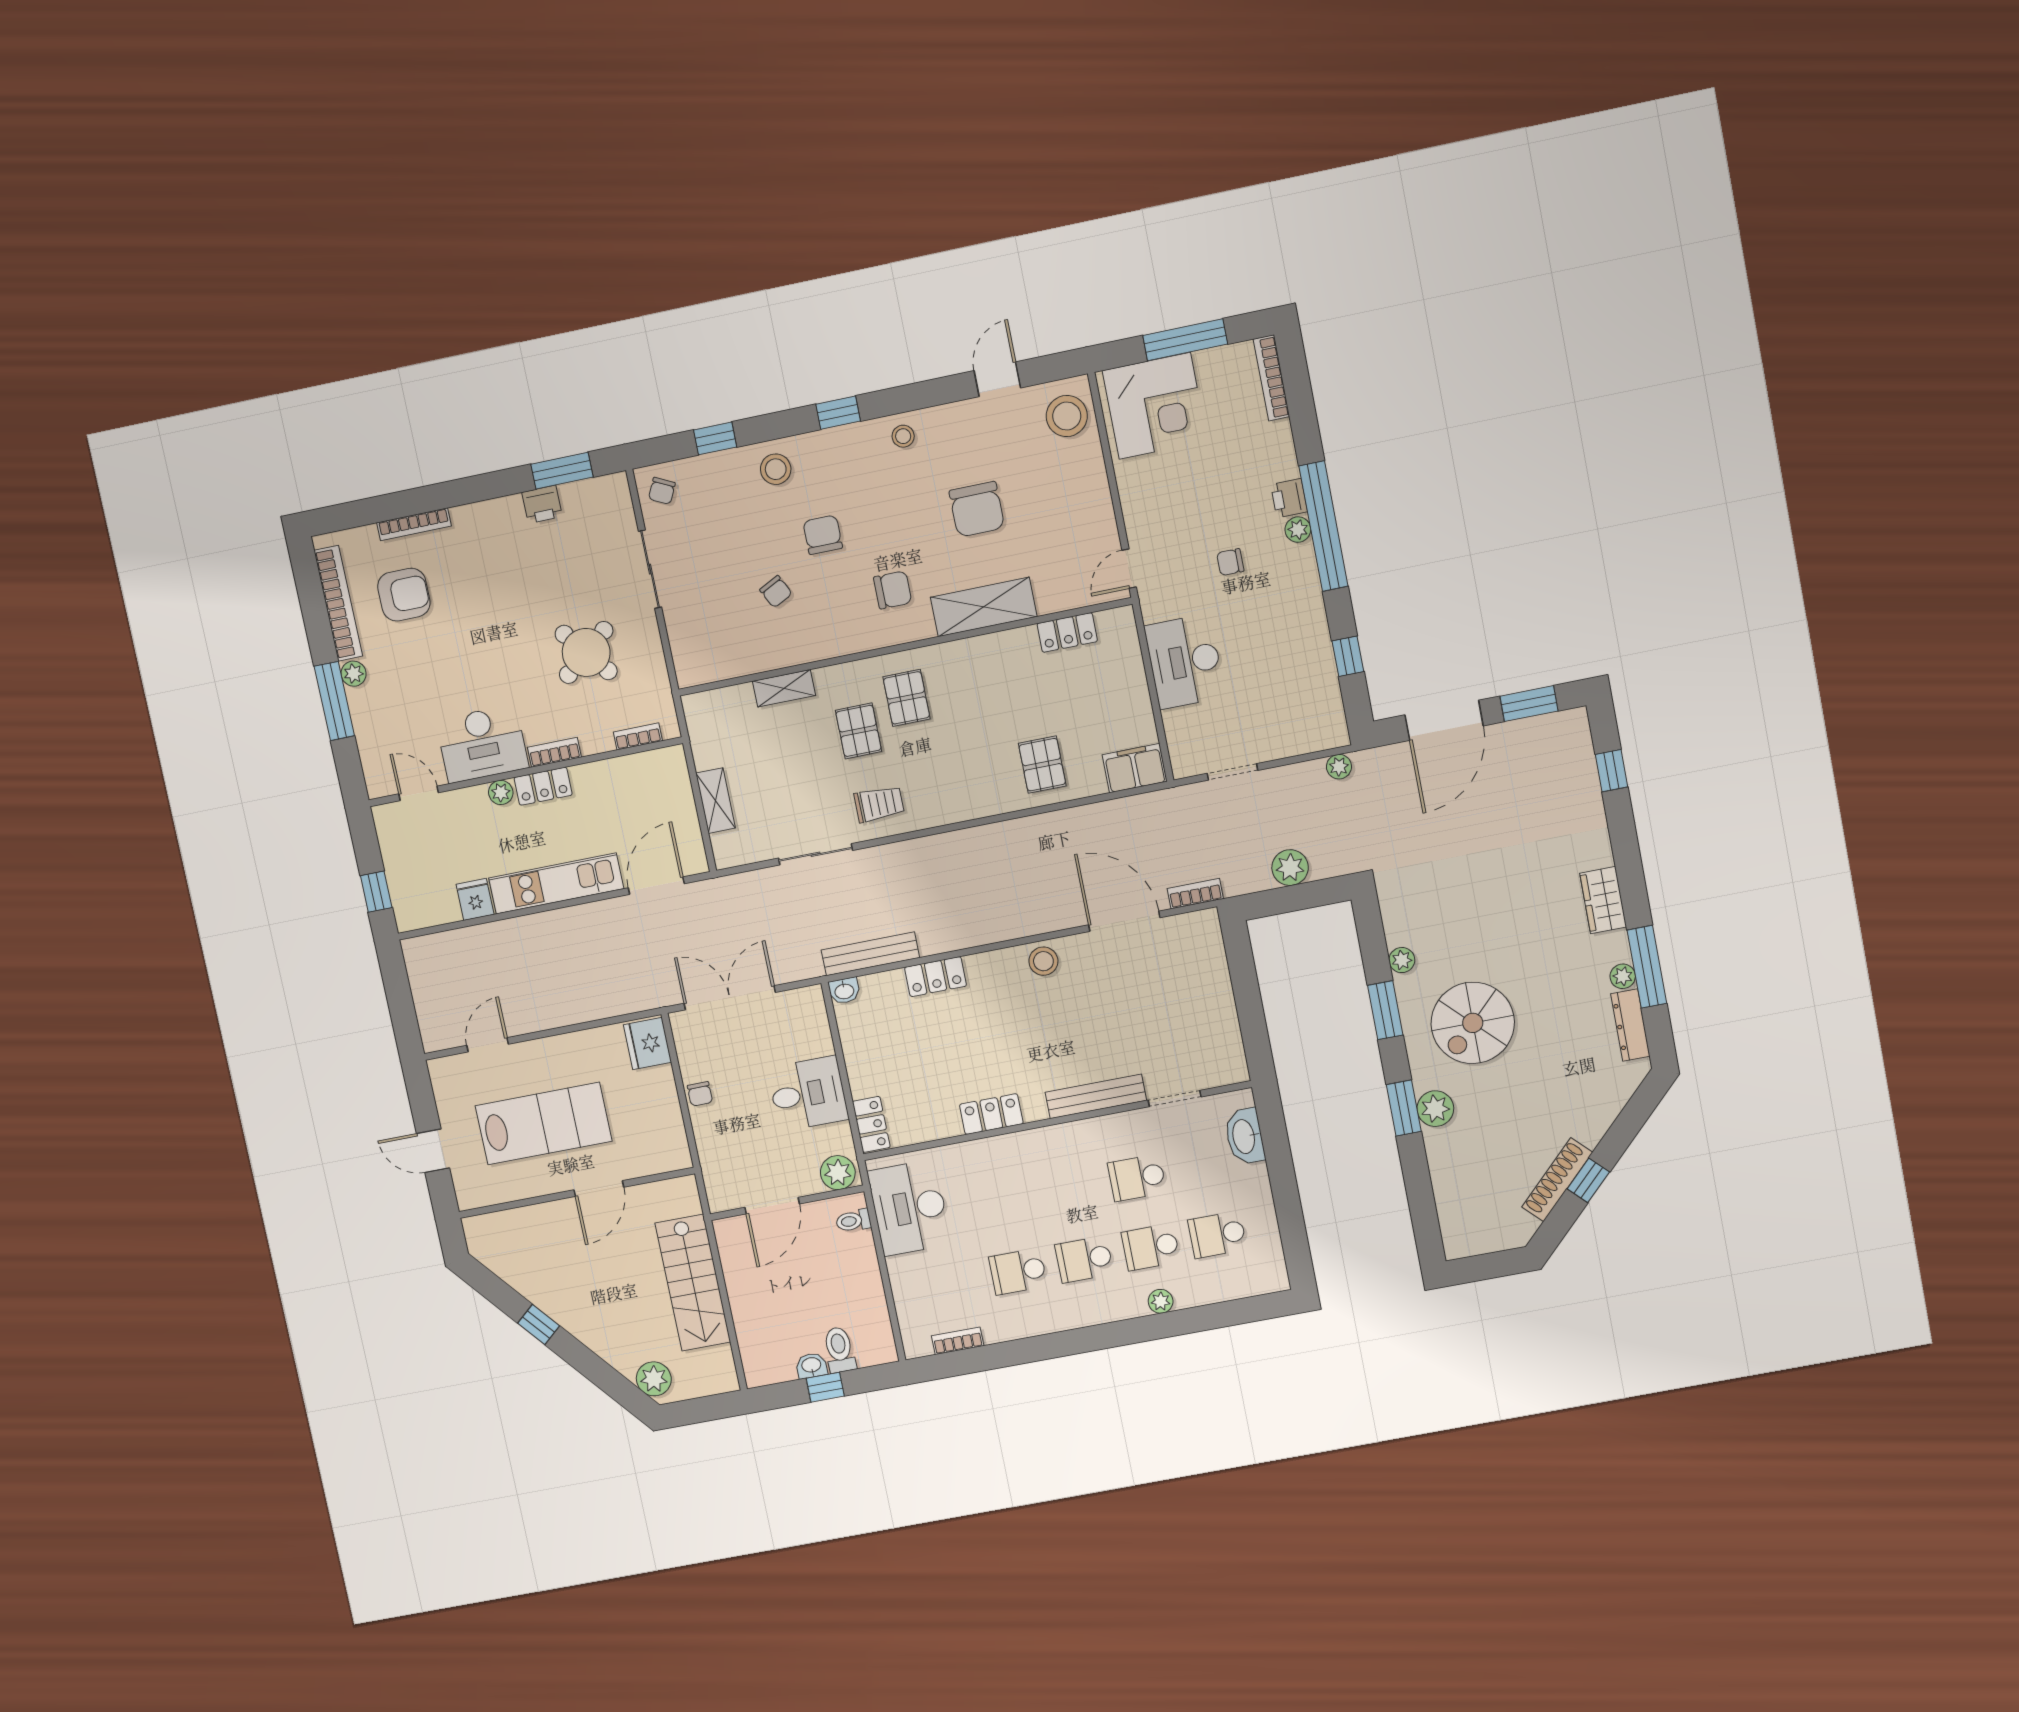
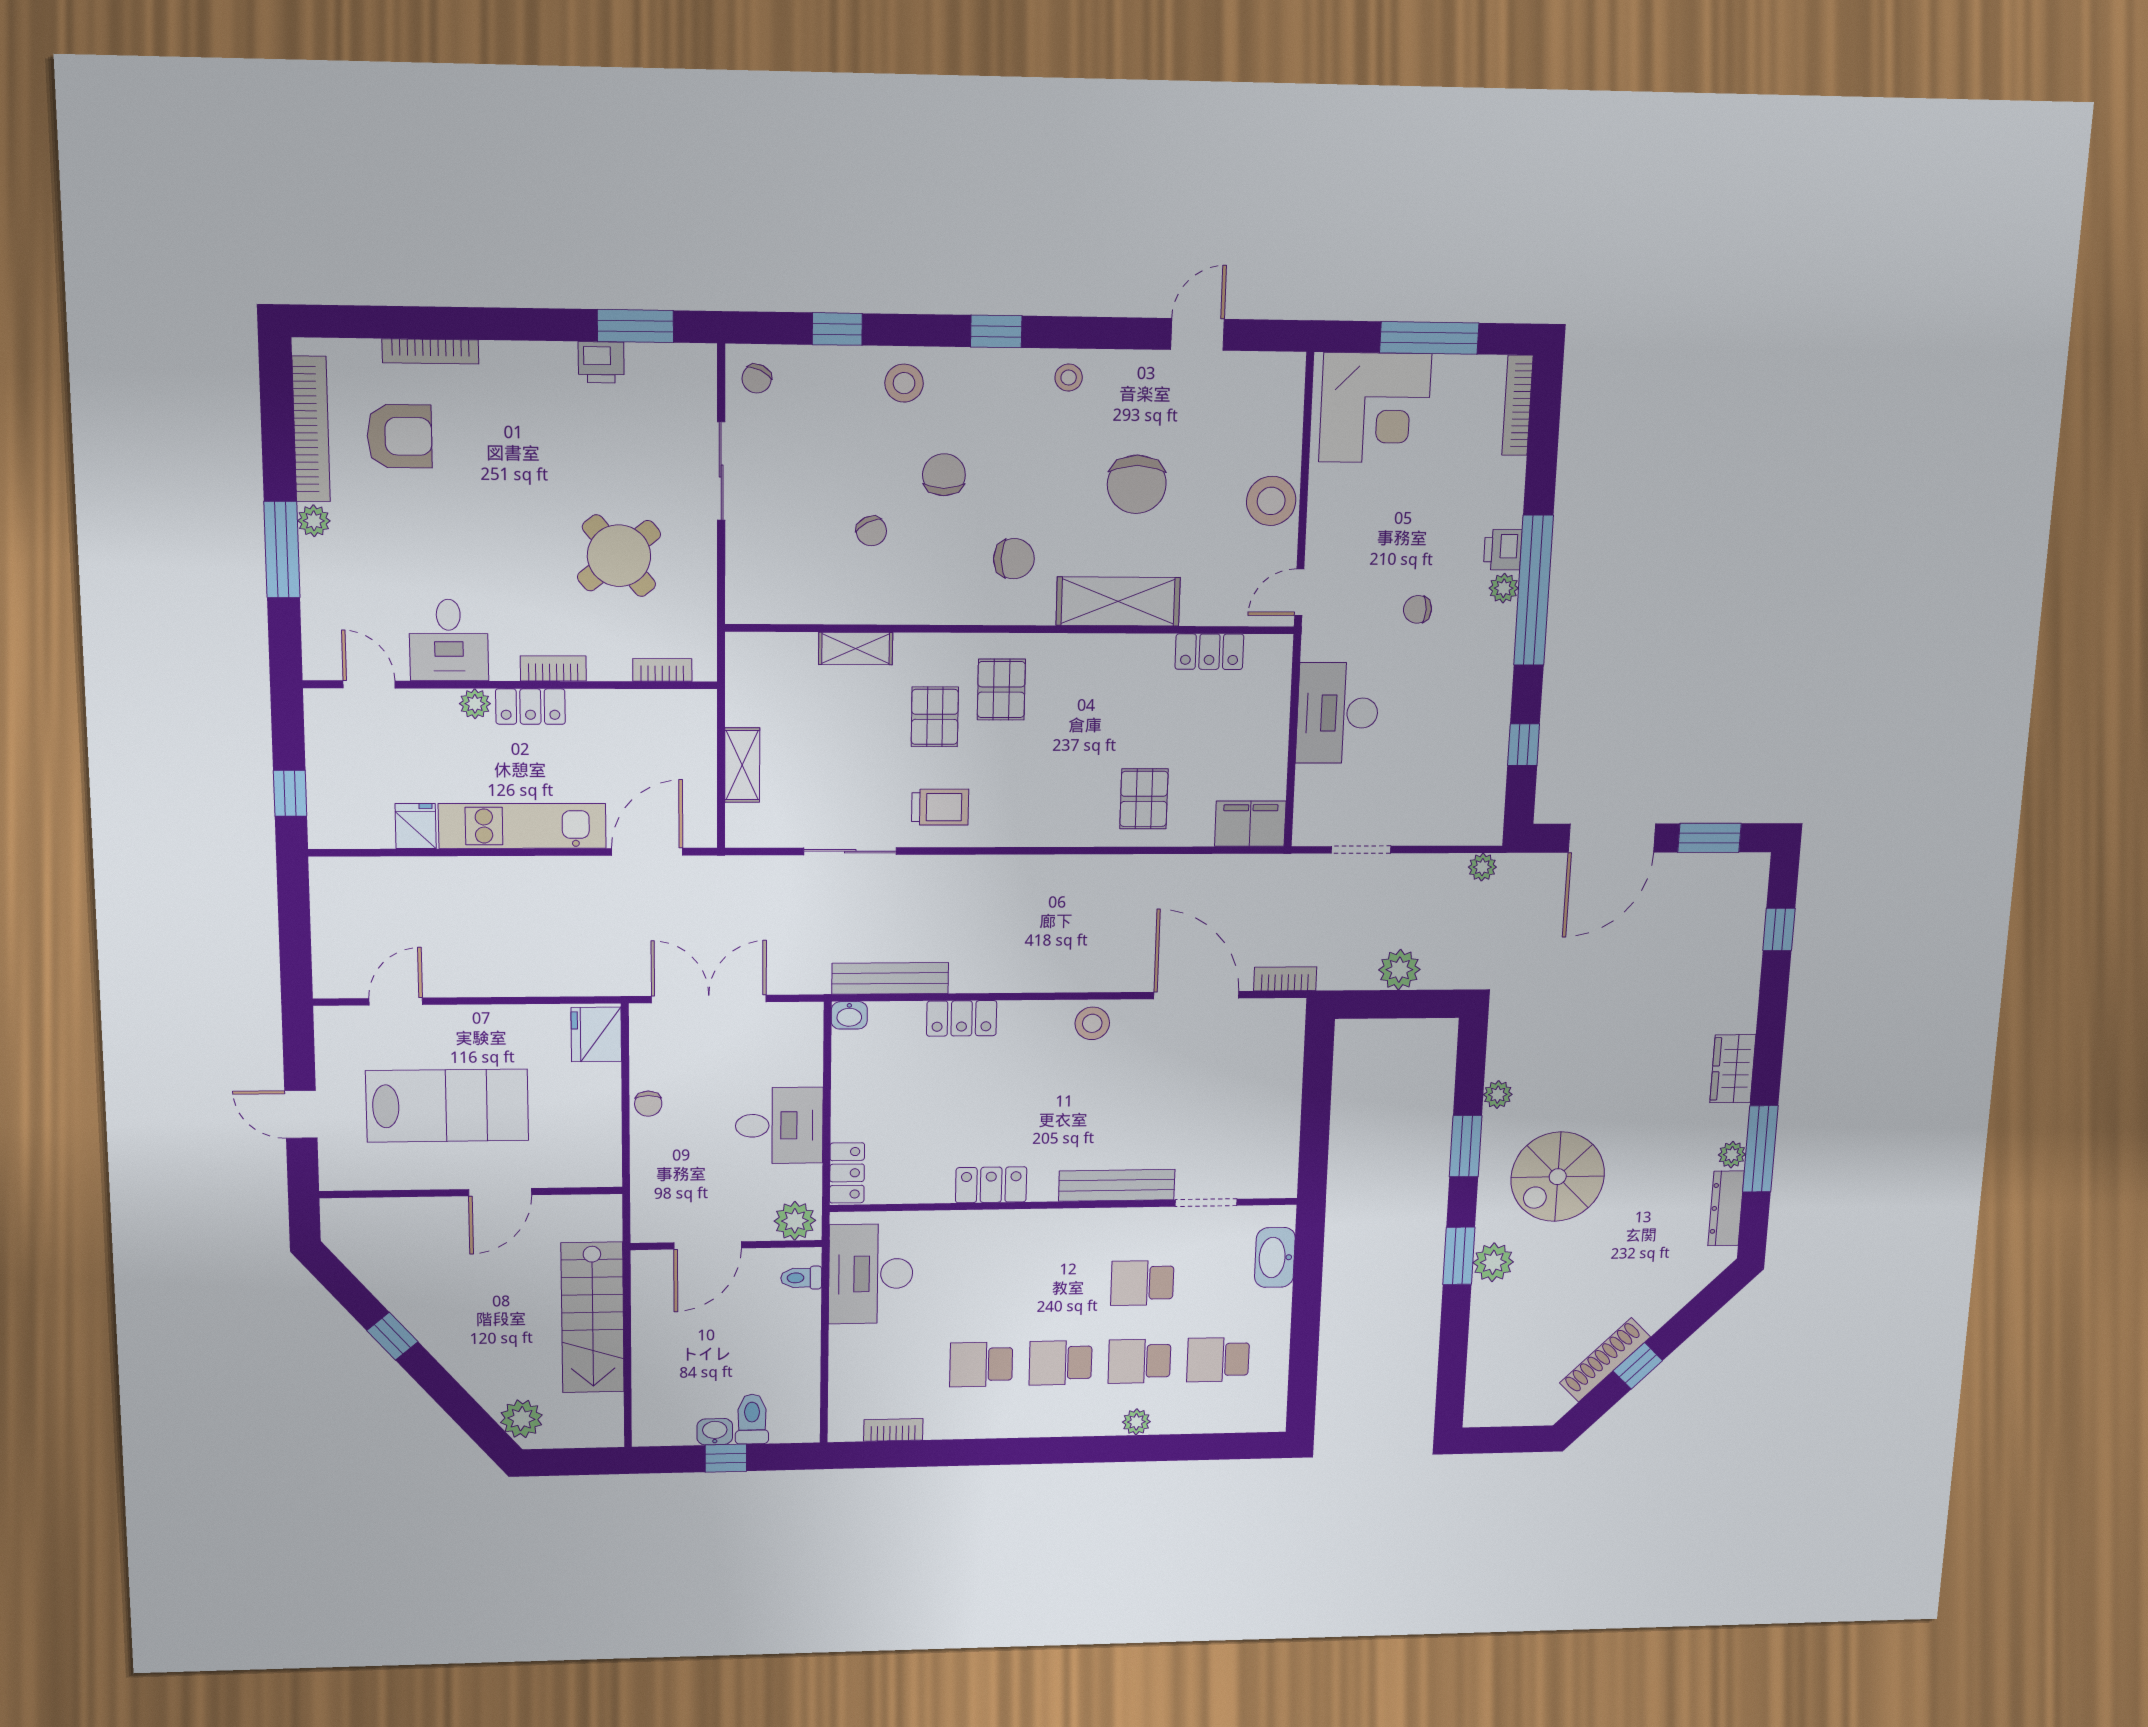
stool: (1067, 416) -> (1271, 501), moved
desk: (482, 744) -> (449, 640), width x0.73

